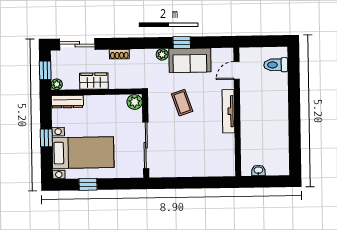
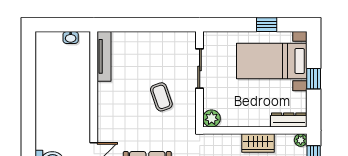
coffee table: (182, 103) -> (161, 97), moved
tv unit: (228, 111) -> (104, 56), moved
sliding door: (146, 145) -> (200, 68), width x0.73

